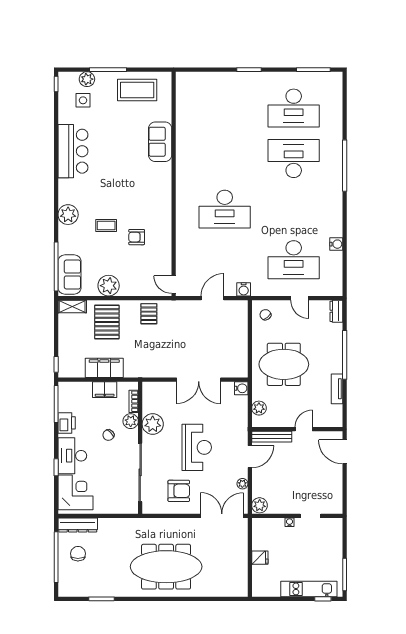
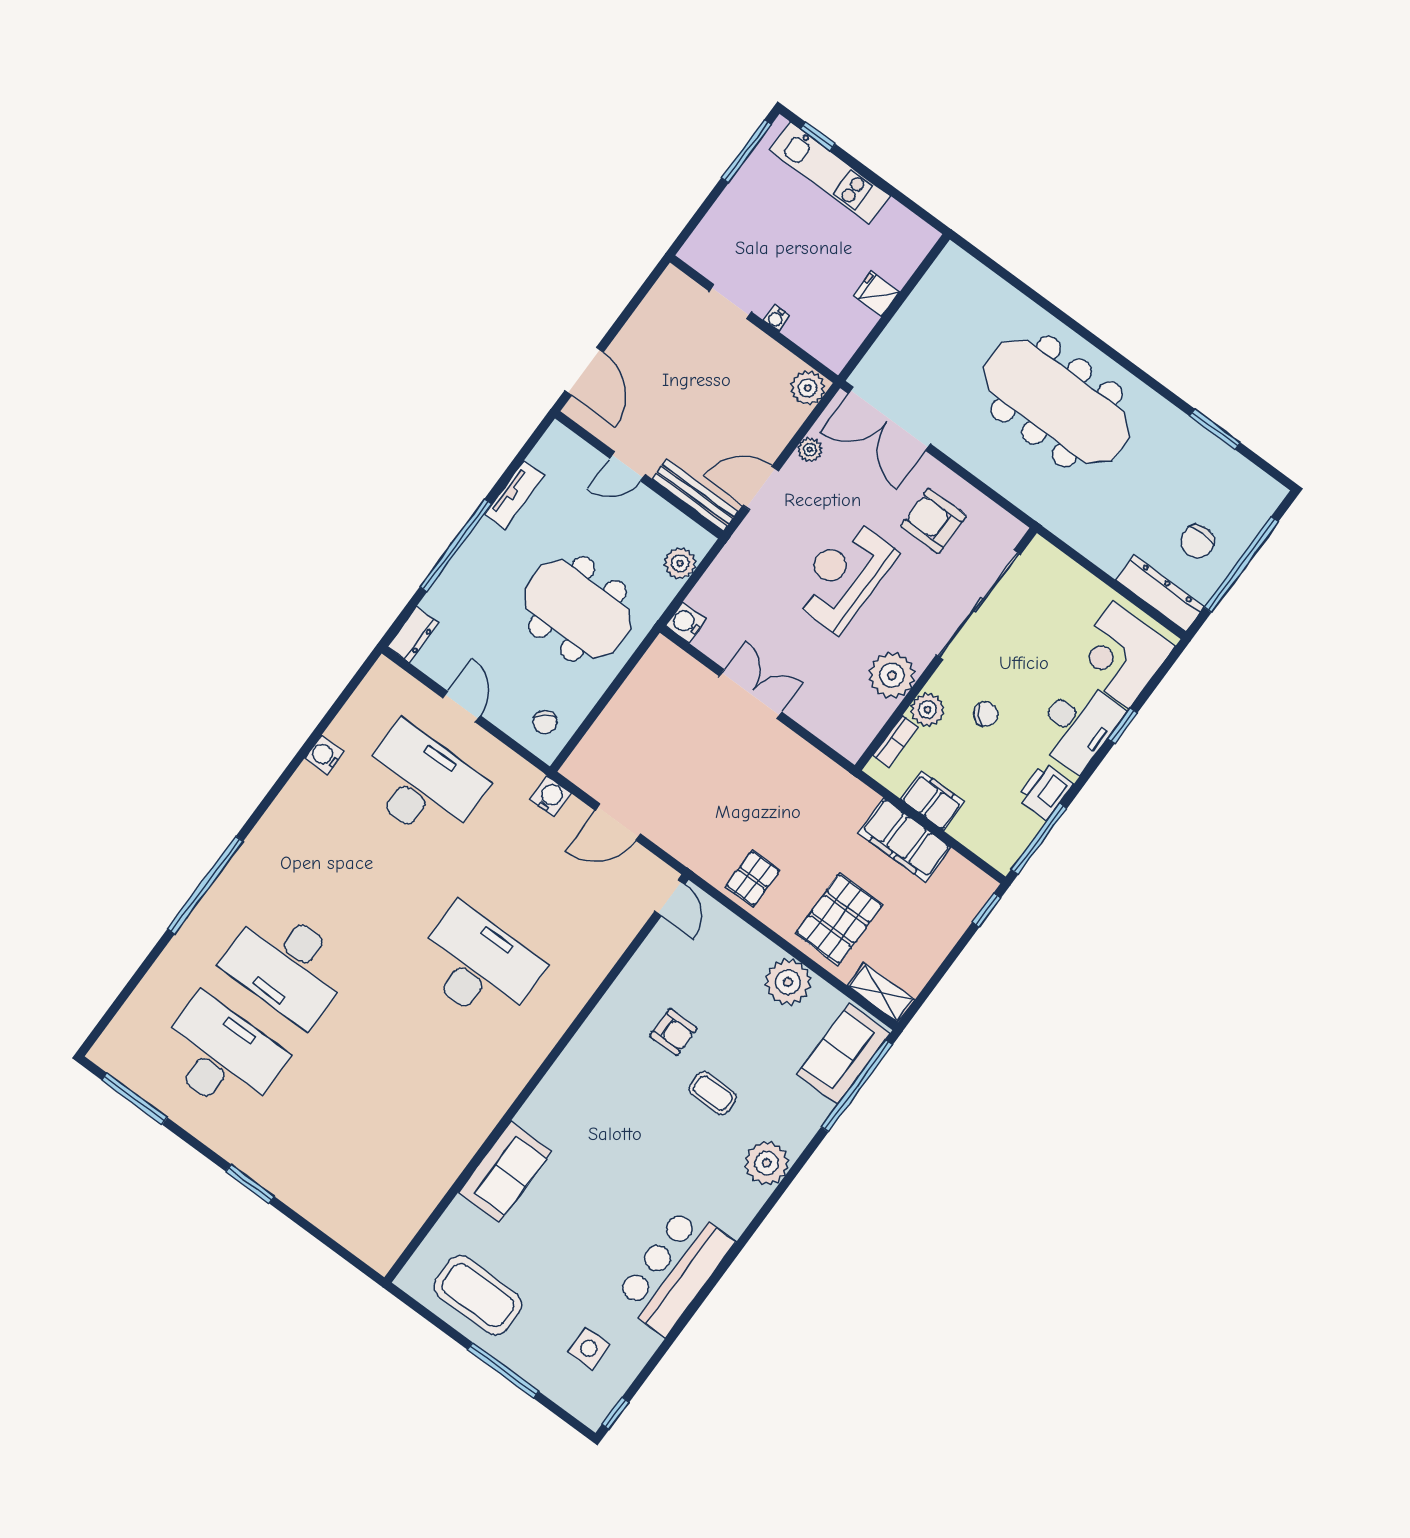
plant: (87, 79) -> (554, 1381), removed
double door: (199, 380) -> (751, 694), width x0.73

